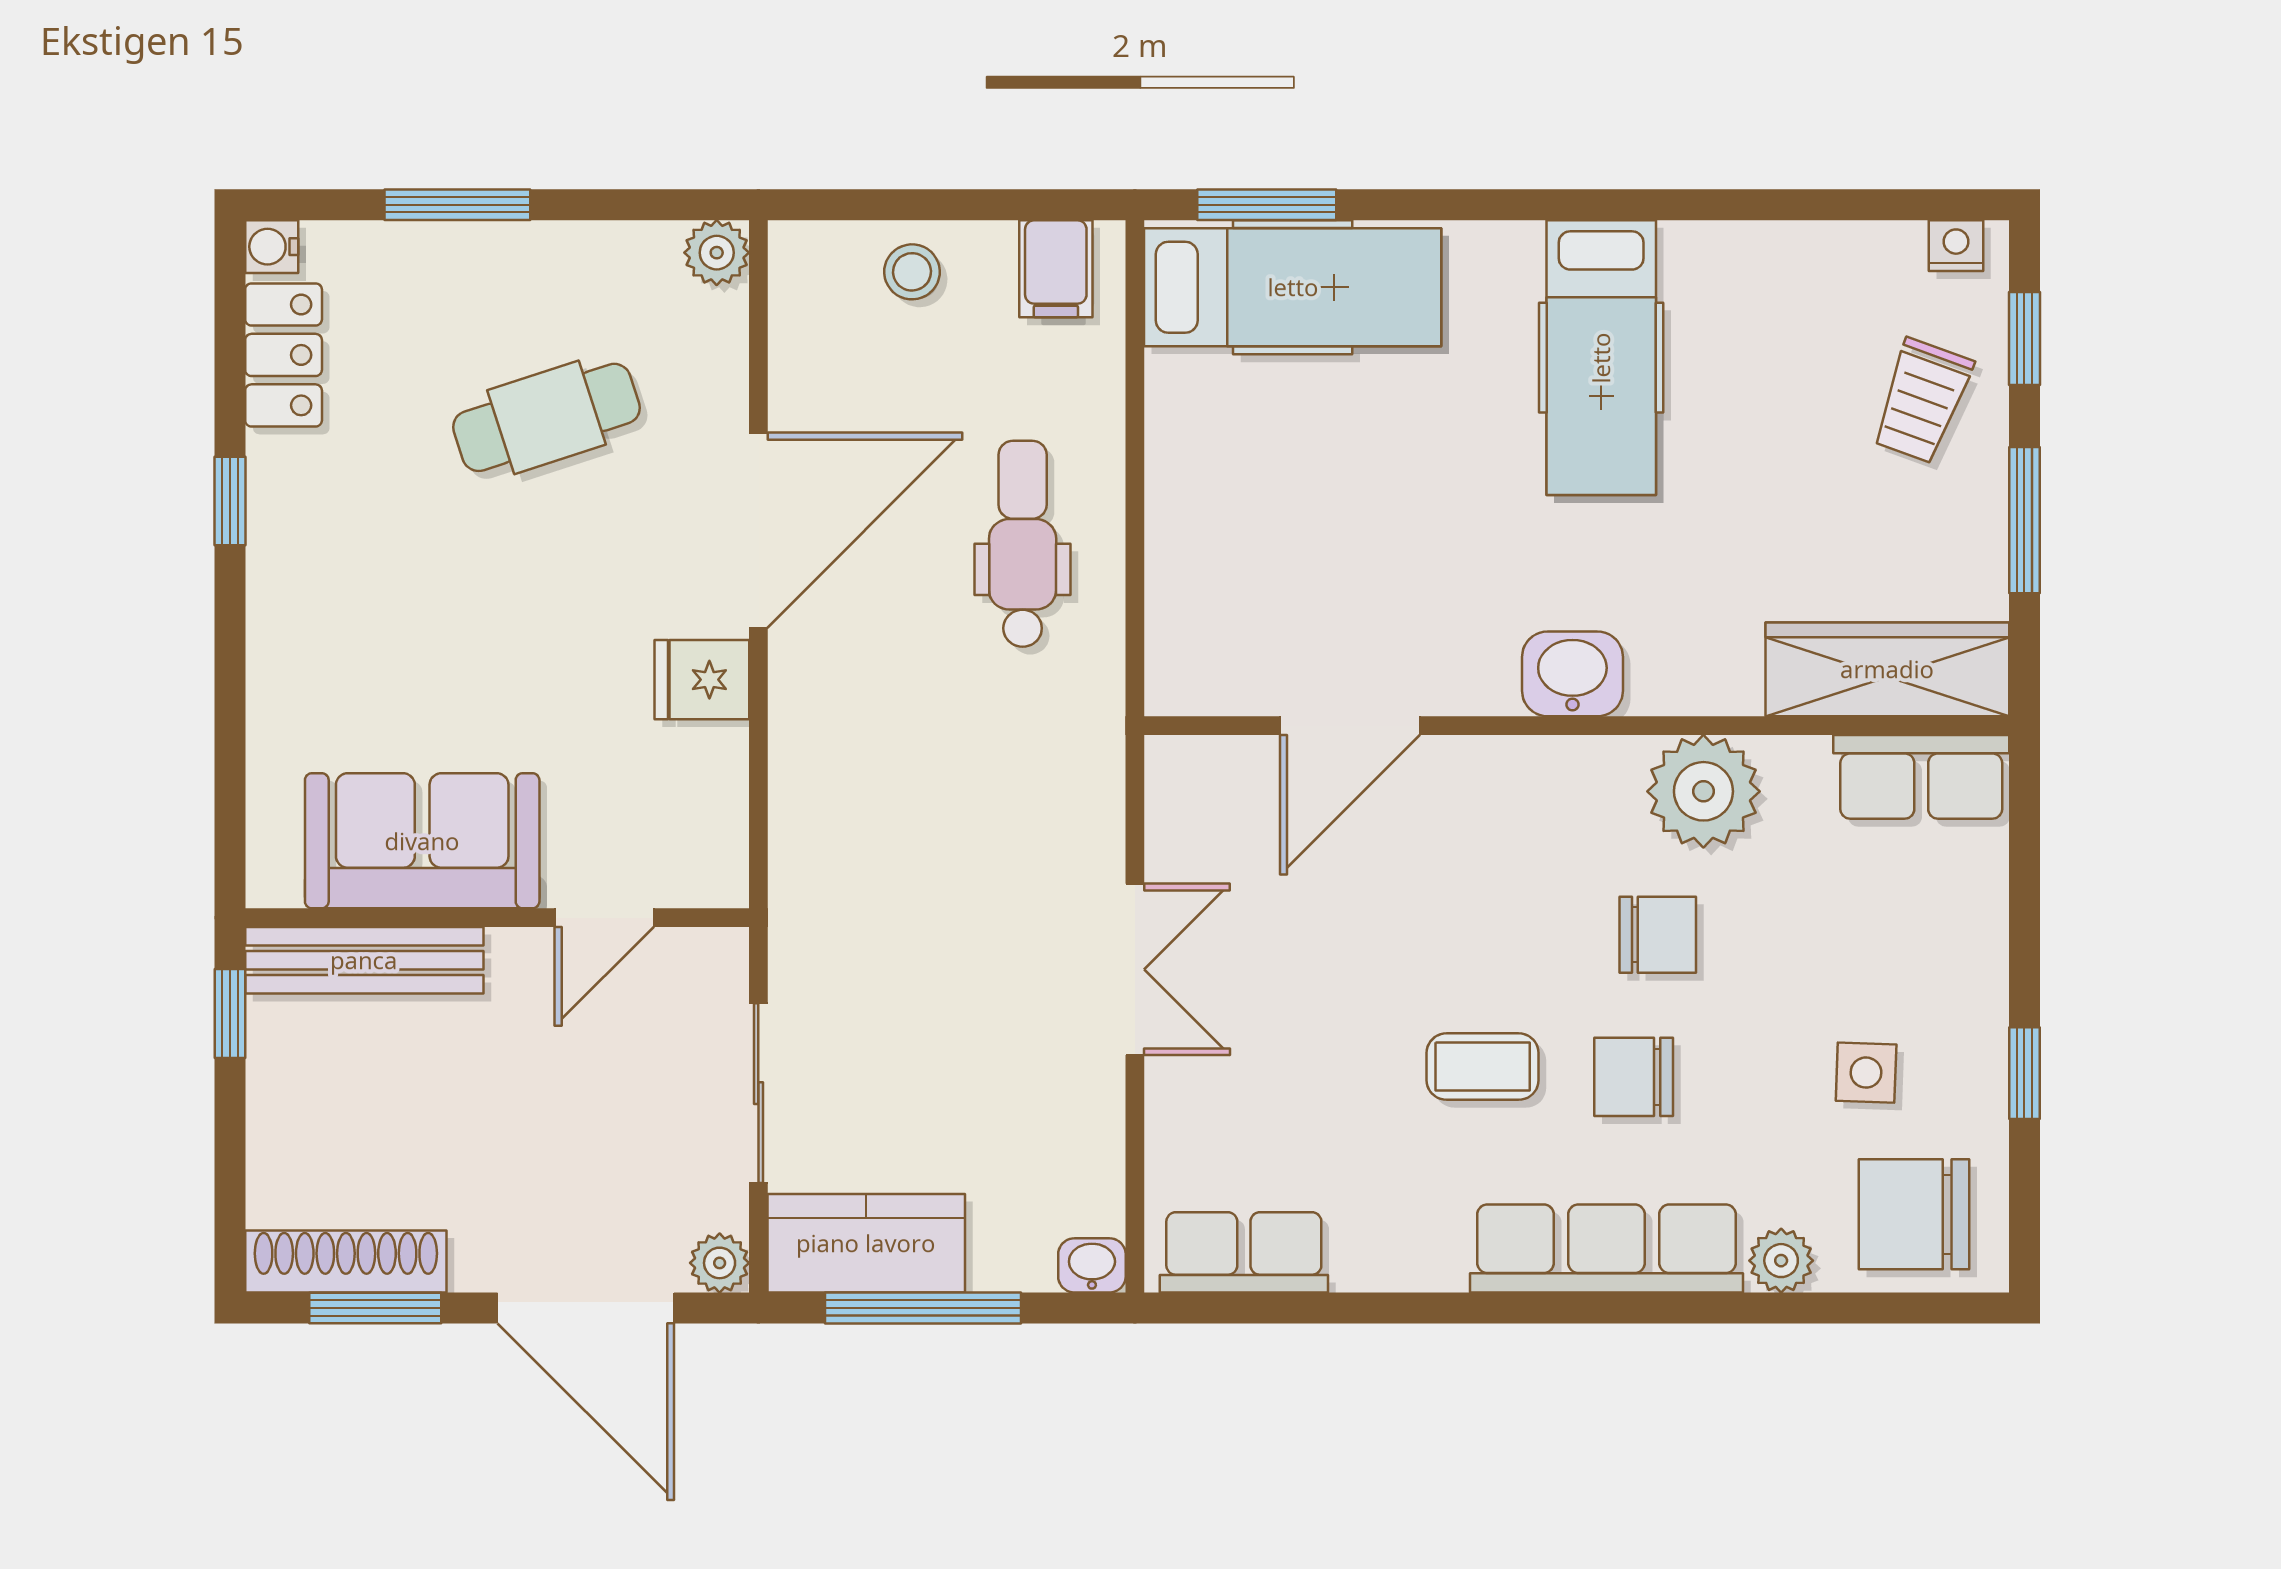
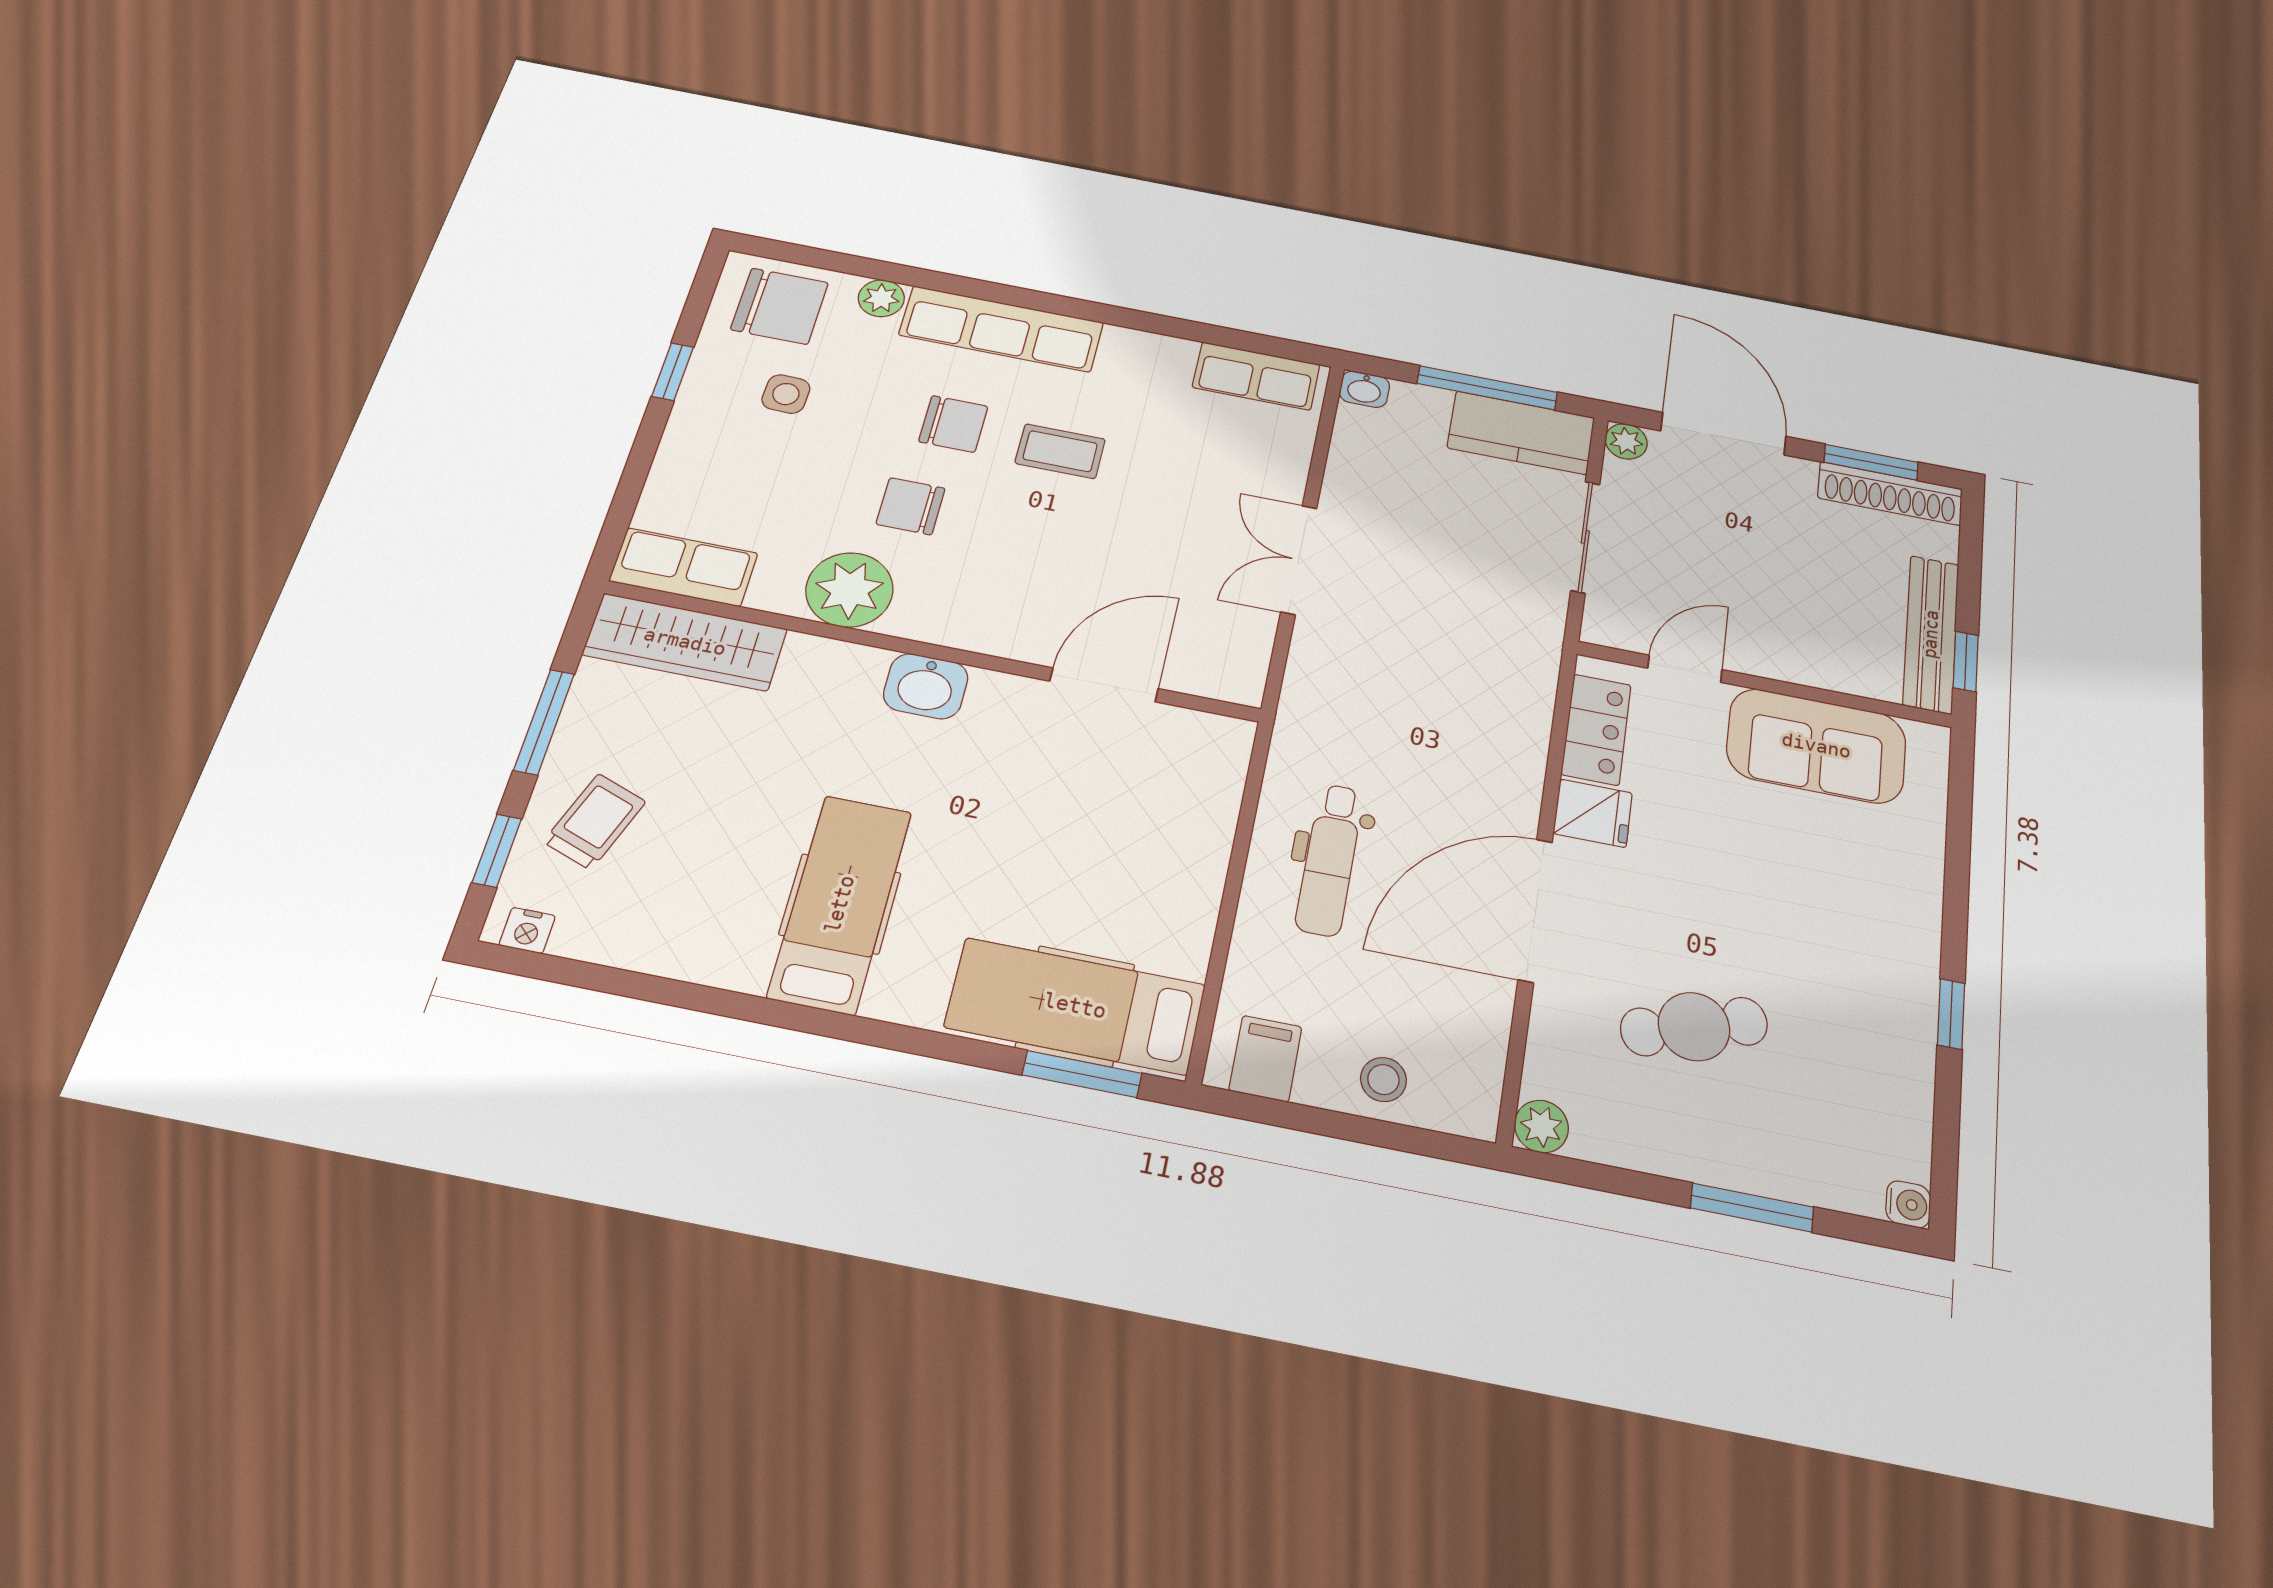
locker: (284, 355) -> (1596, 729), moved, turned 180
bench: (364, 960) -> (1931, 634), moved, turned 90

